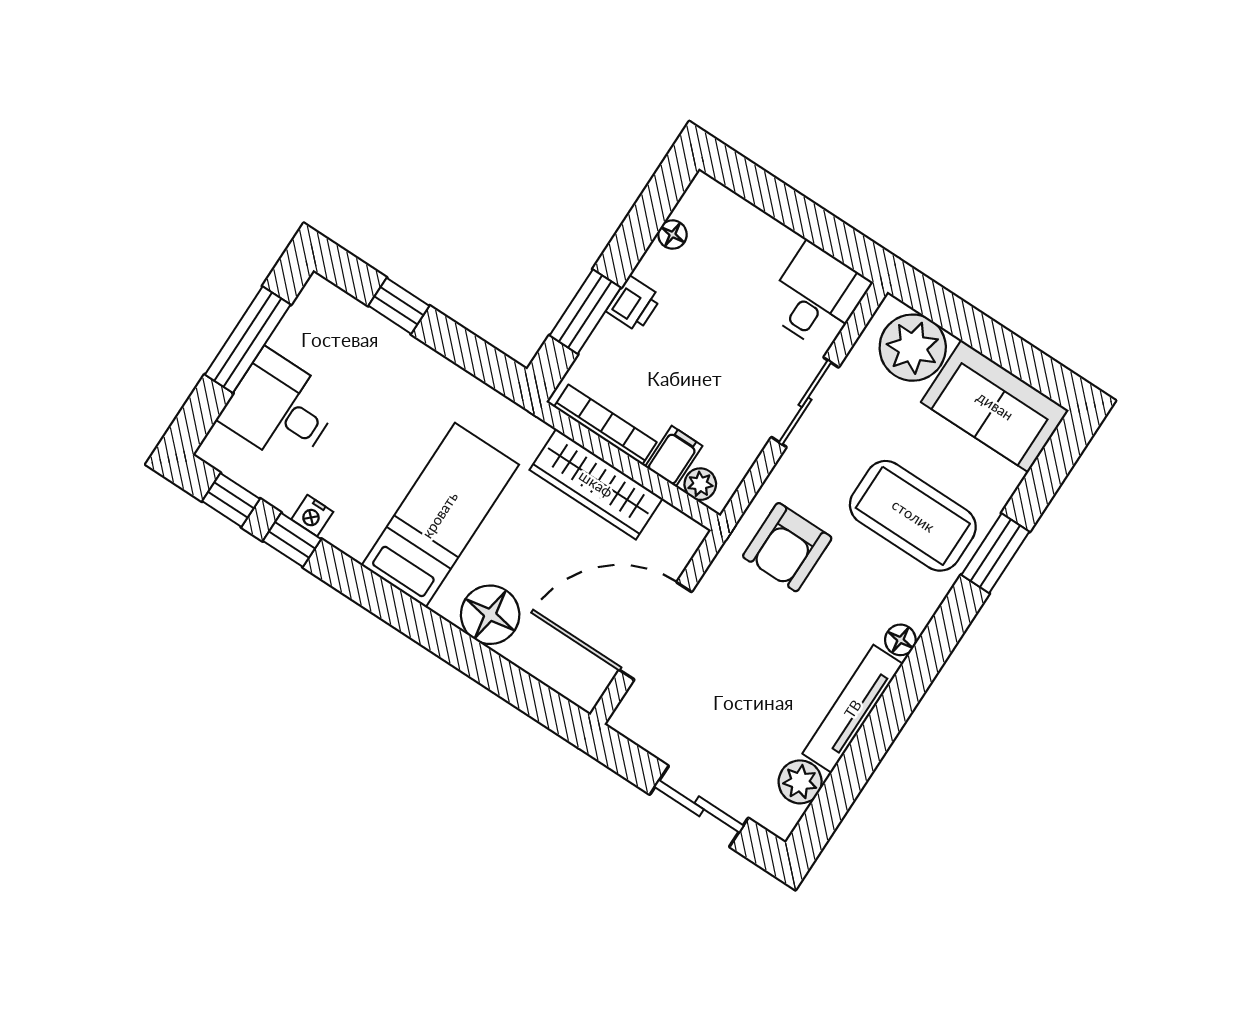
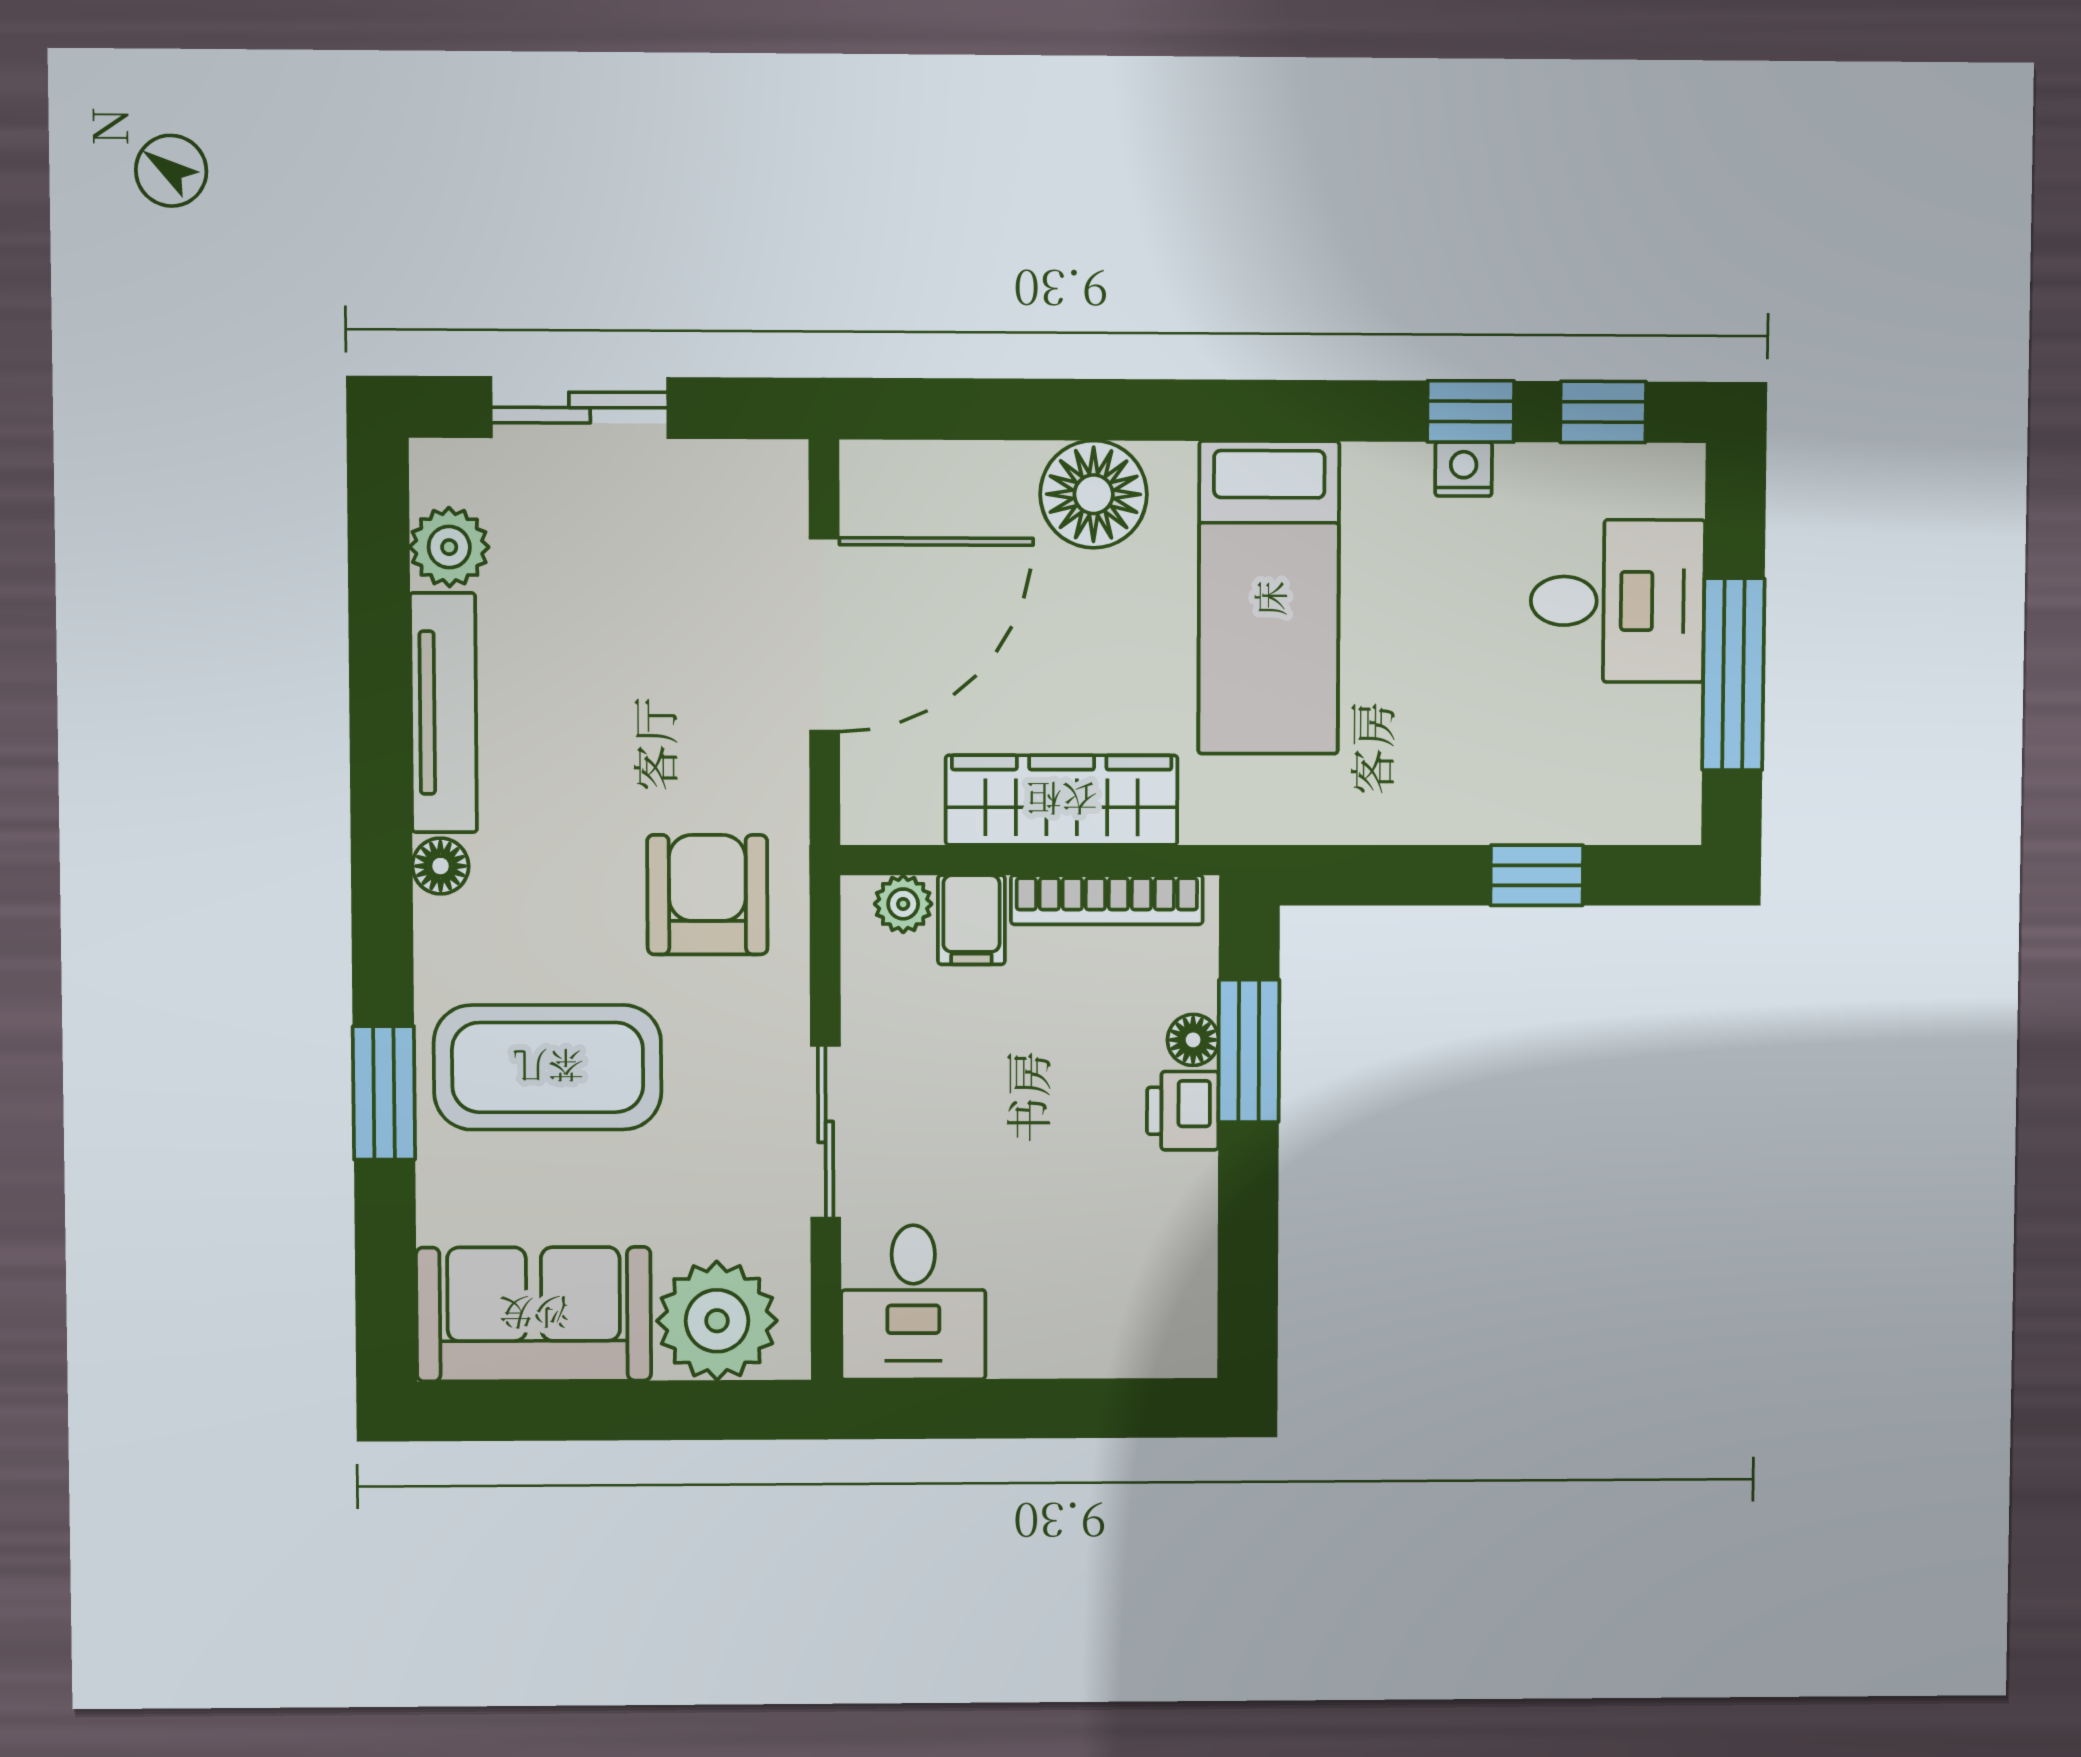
floor lamp: (672, 235) -> (1193, 1040), moved

